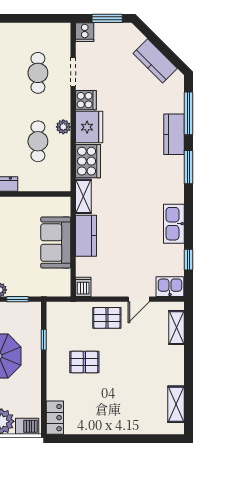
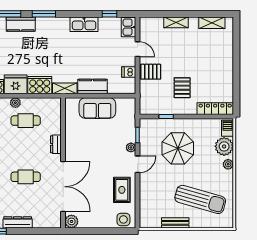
dishwasher: (83, 287) -> (129, 72), moved
pallet: (107, 318) -> (151, 72), turned 90
shelving: (177, 328) -> (176, 22), moved
locker: (55, 418) -> (215, 109), width x1.53

